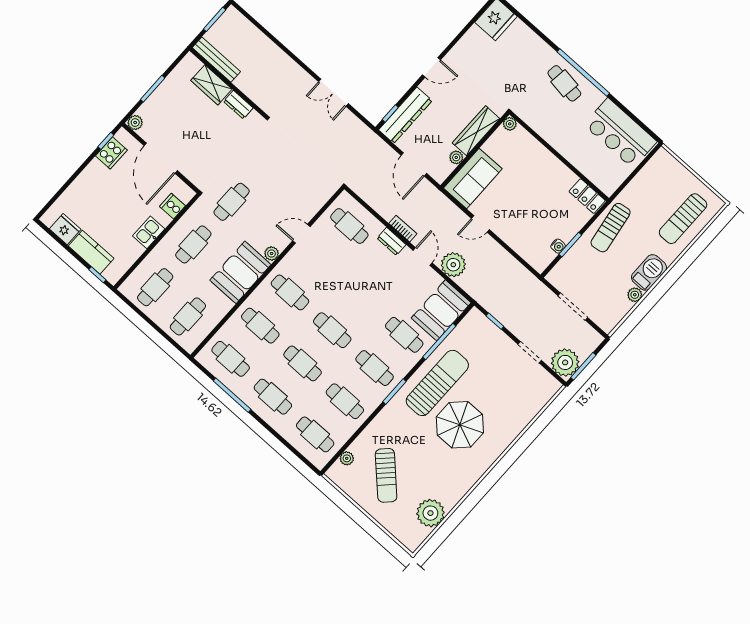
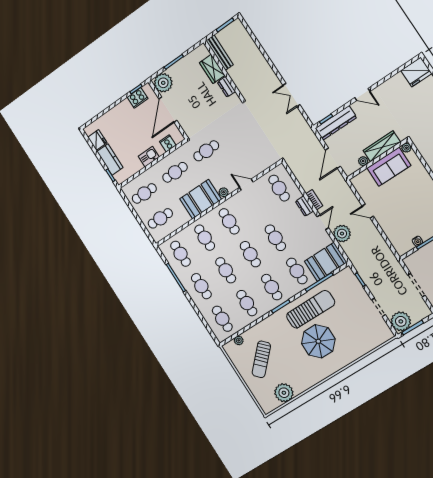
plant: (135, 123) -> (163, 83), width x1.88, depth x1.88
sofa: (473, 178) -> (389, 167), moved
cafe table: (362, 297) -> (275, 238), added

